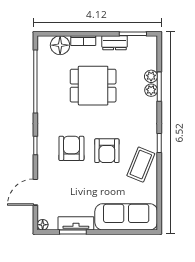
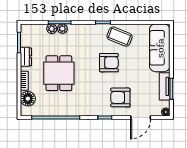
armchair: (71, 148) -> (120, 97), moved
door: (35, 192) -> (141, 118), hinge flipped

